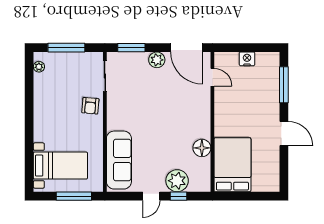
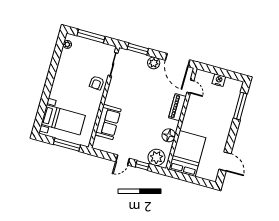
piano: (203, 108) -> (177, 107), added
door: (284, 134) -> (225, 161), moved
sofa: (119, 160) -> (108, 122), width x0.73
plant: (177, 181) -> (156, 157), moved

